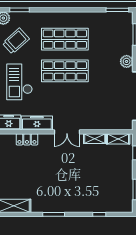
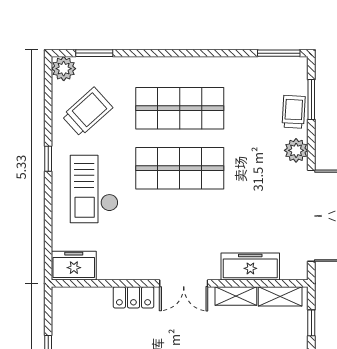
trolley: (125, 41) -> (294, 112), added
freezer: (37, 123) -> (250, 267), moved
locker: (27, 139) -> (133, 297), moved

